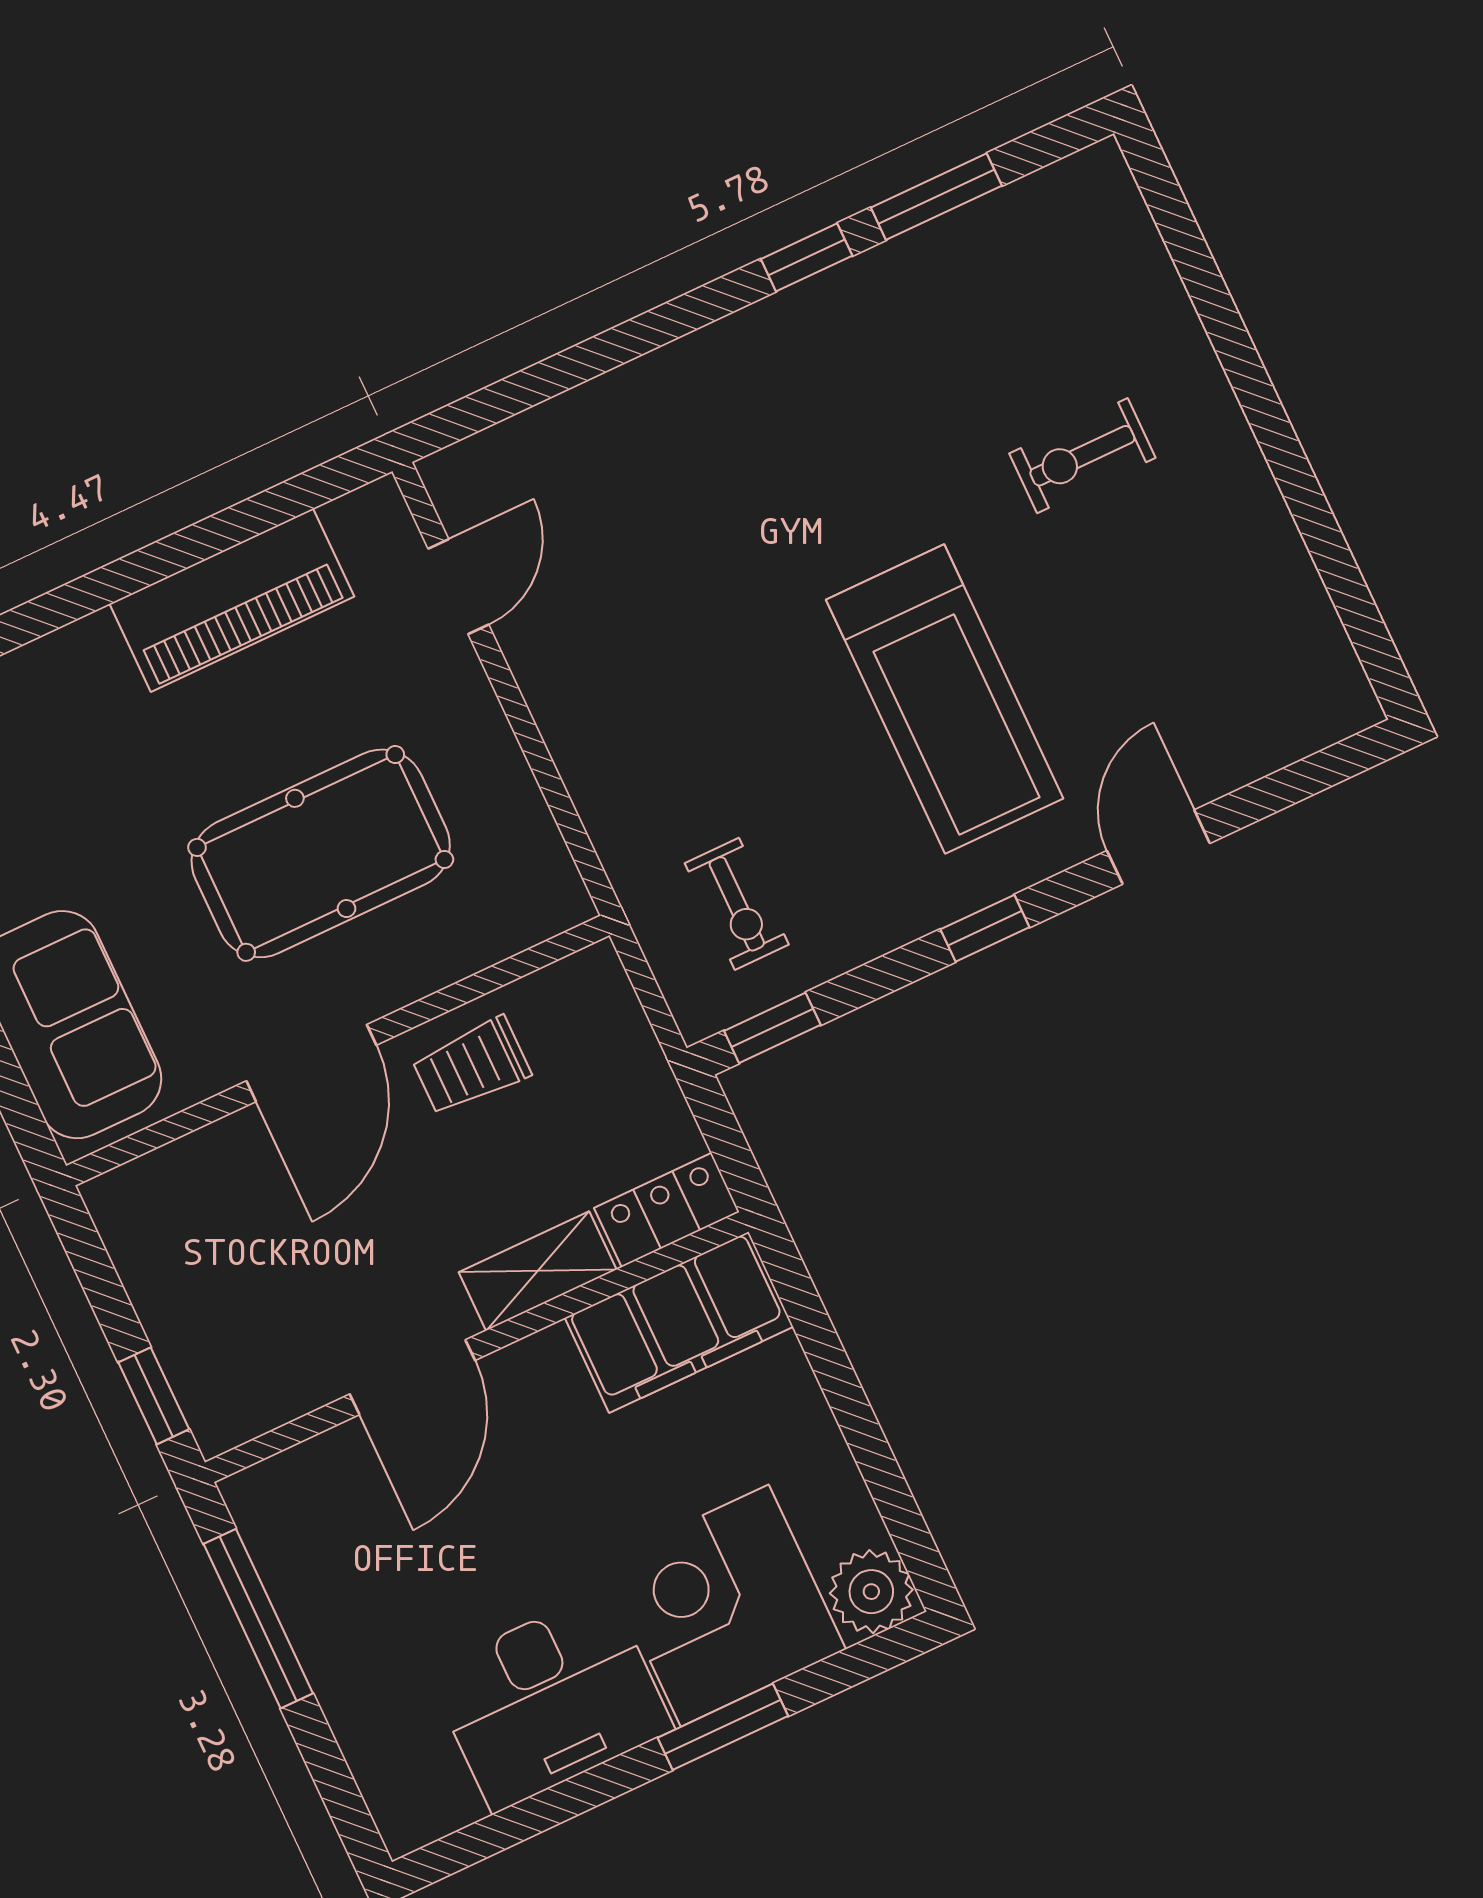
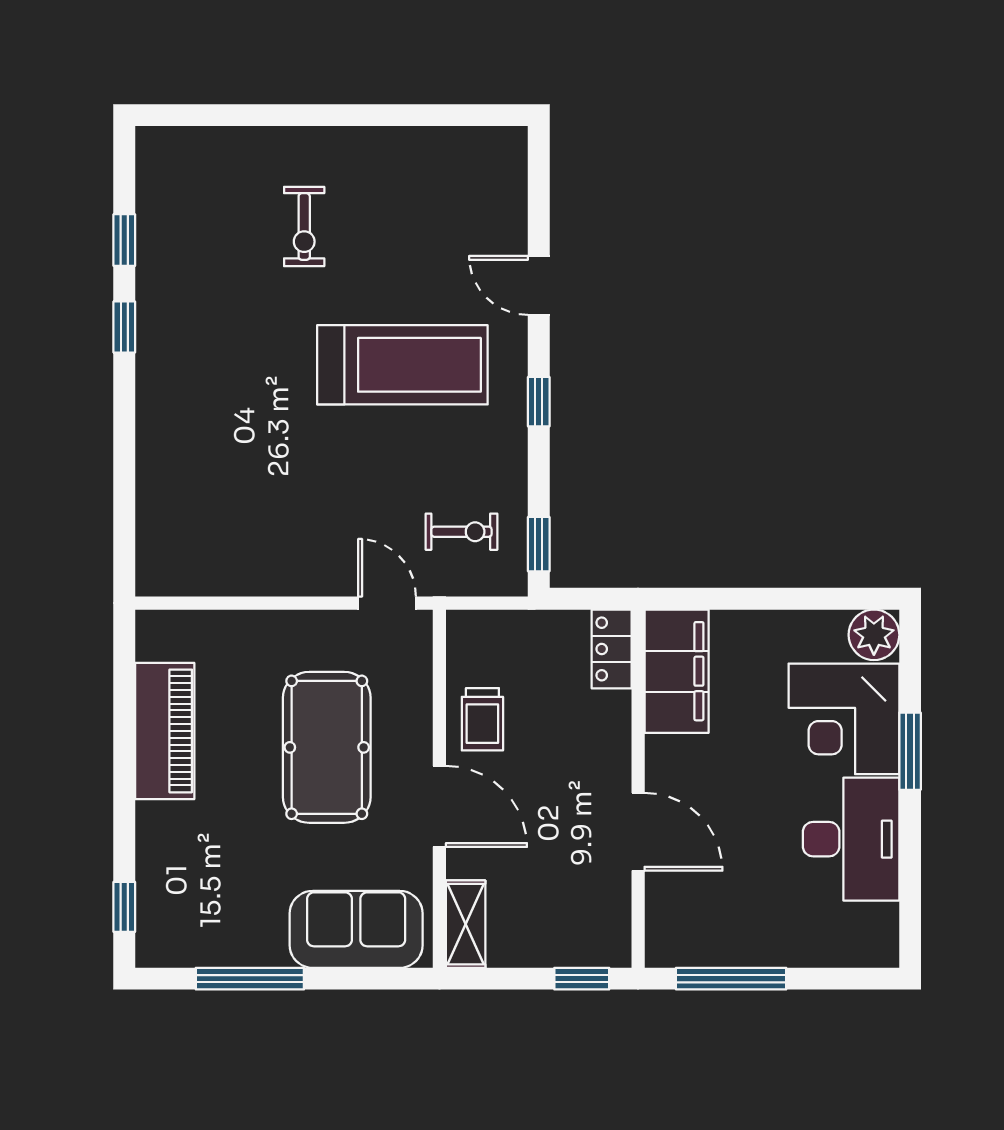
window: (936, 197) -> (124, 240), width x0.67
door: (458, 587) -> (387, 603), moved
shelving: (538, 1271) -> (466, 924), moved

